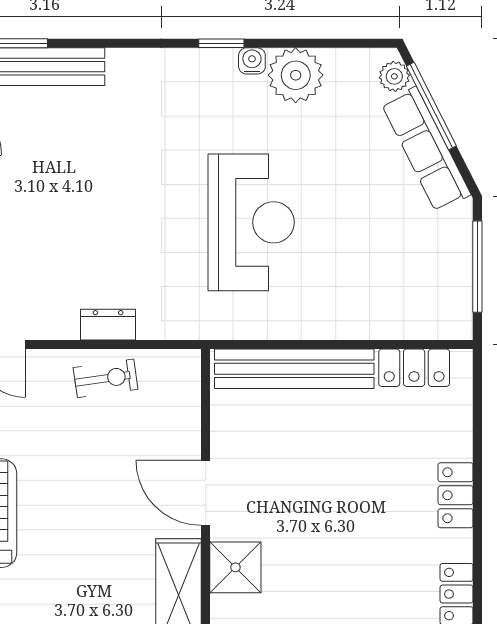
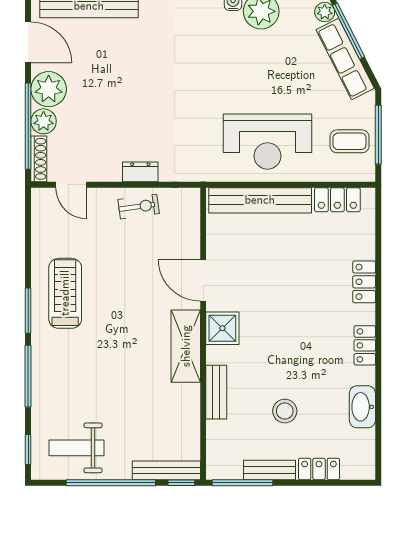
reception desk: (251, 222) -> (267, 142), moved, turned 90
coffee table: (433, 277) -> (350, 141), added

